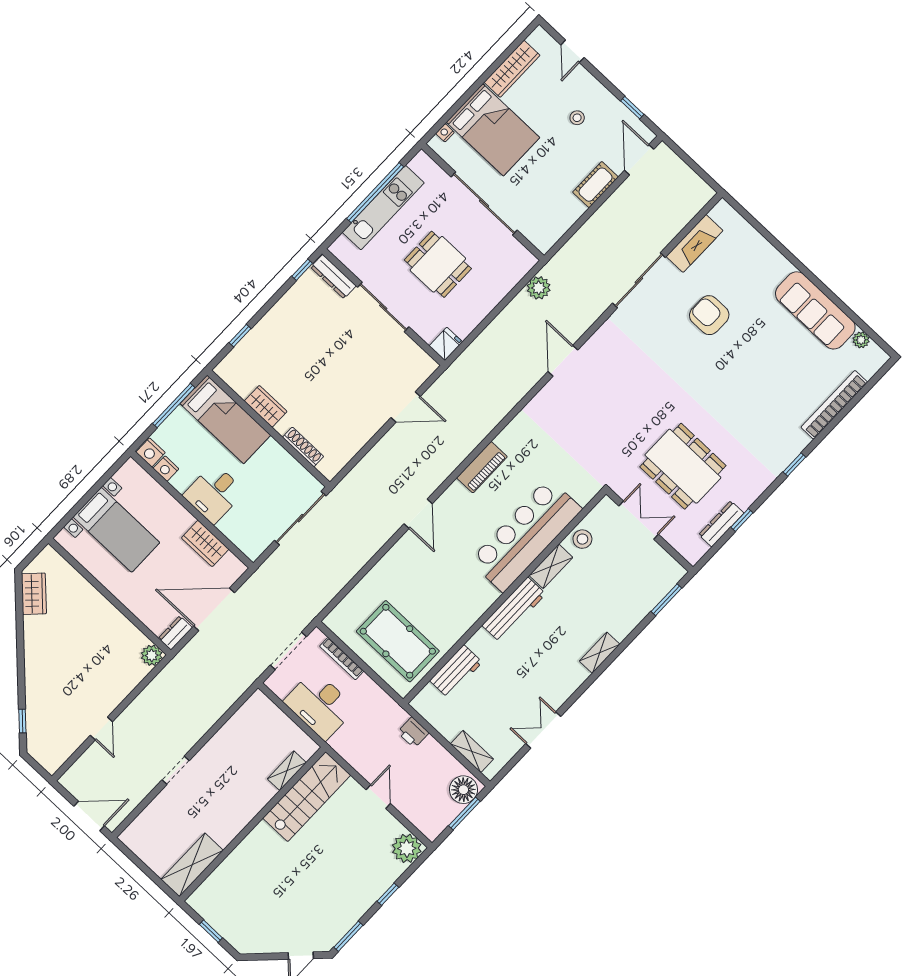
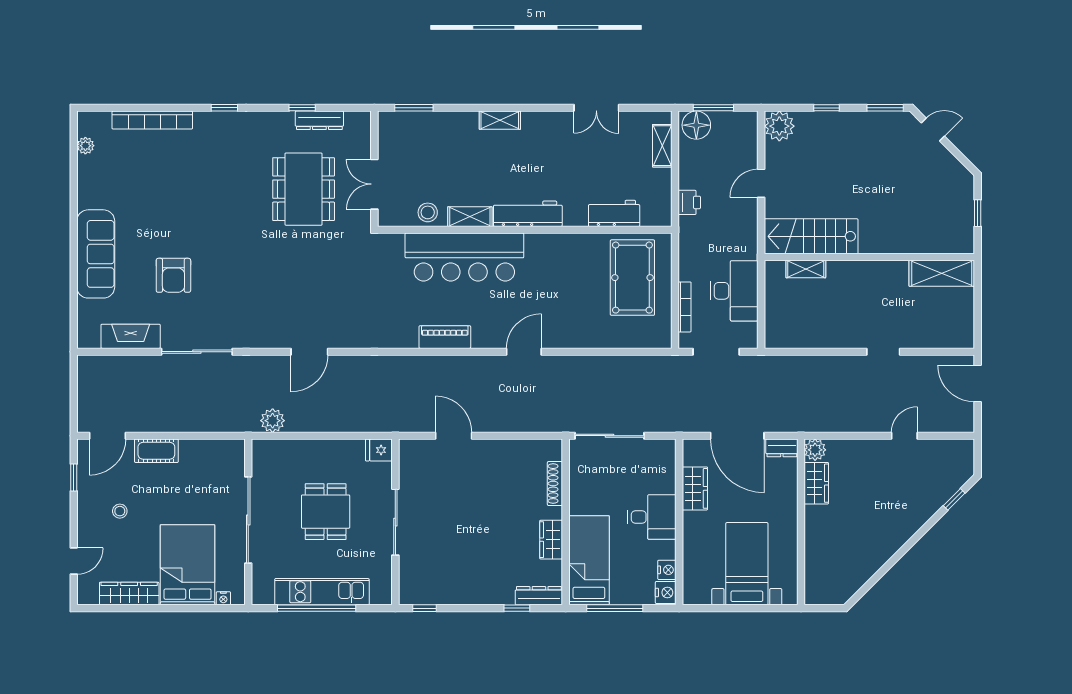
dresser: (333, 277) -> (539, 596), moved, turned -90
sofa: (815, 310) -> (96, 254), moved
wardrobe: (34, 594) -> (816, 483), moved, turned 135

